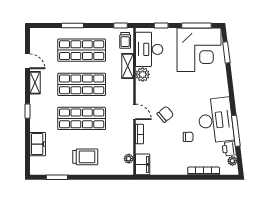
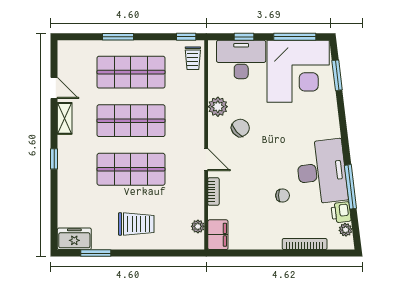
desk: (149, 49) -> (241, 59), moved, turned 90
shelving: (128, 66) -> (196, 95), removed
chair: (165, 114) -> (240, 128), moved
freezer: (38, 144) -> (74, 239), moved, turned -90

